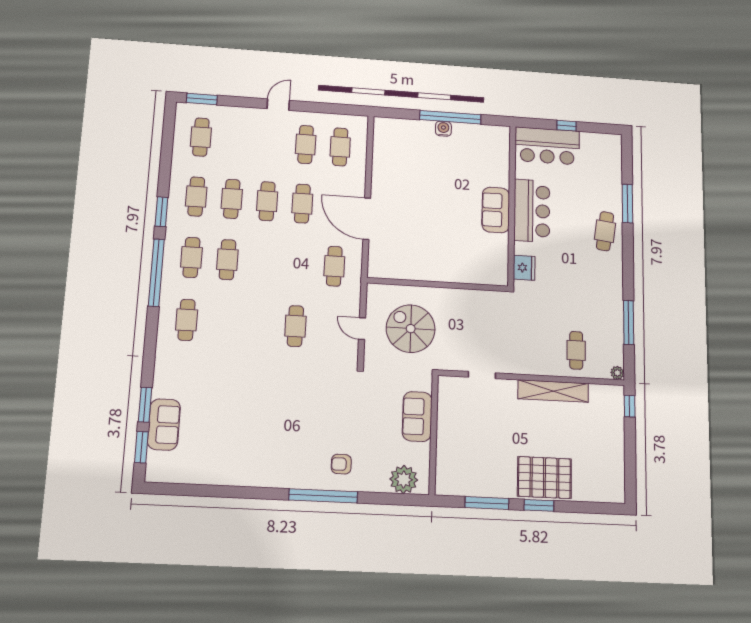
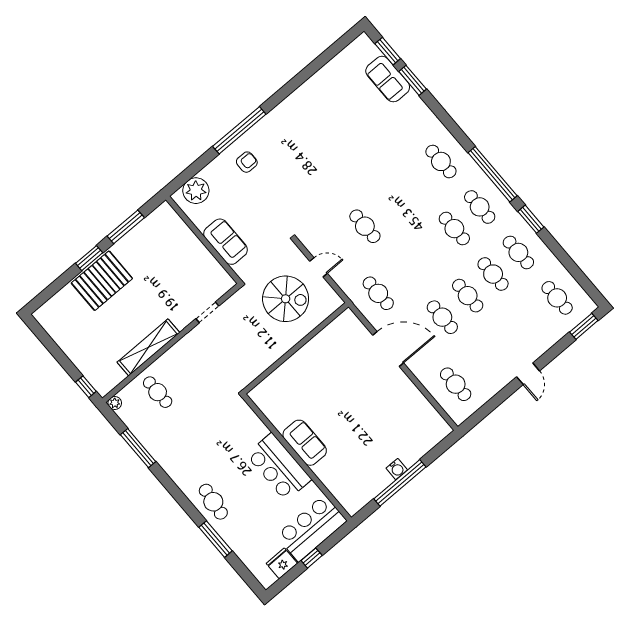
cafe table: (306, 144) -> (481, 363), removed
fridge: (524, 268) -> (282, 563), moved, turned 90

